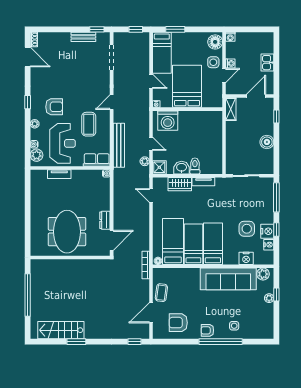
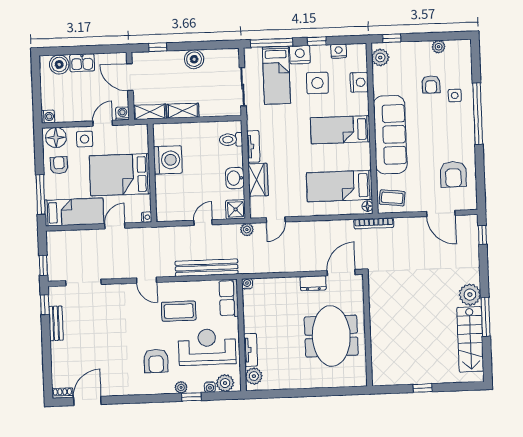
window: (136, 29) -> (43, 265), moved
window: (175, 29) -> (41, 194), width x1.44
armchair: (195, 43) -> (59, 165), added
boiler: (267, 46) -> (59, 65), added
washing machine: (230, 63) -> (122, 114), moved
door: (224, 76) -> (103, 123), hinge flipped
window: (28, 102) -> (191, 397), moved
armchair: (54, 107) -> (156, 361), turned 180
washing machine: (168, 121) -> (168, 160), moved
shelving: (231, 133) -> (183, 111), added
plant: (145, 161) -> (247, 230), moved
toilet: (195, 166) -> (231, 140), moved
plant: (41, 176) -> (254, 376), added
nightstand: (267, 231) -> (300, 55), moved
meeting table: (67, 232) -> (331, 336), turned 90
door: (112, 240) -> (341, 273), hinge flipped
bed: (193, 244) -> (276, 75), moved, turned -90
sofa: (228, 279) -> (390, 135), moved
coffee table: (161, 293) -> (392, 198), moved
window: (28, 295) -> (423, 388), width x0.32
window: (276, 295) -> (392, 38), moved
plant: (269, 298) -> (439, 47), moved
armchair: (207, 330) -> (431, 84), moved
plant: (93, 331) -> (470, 295), added
window: (76, 342) -> (486, 317), width x1.44

